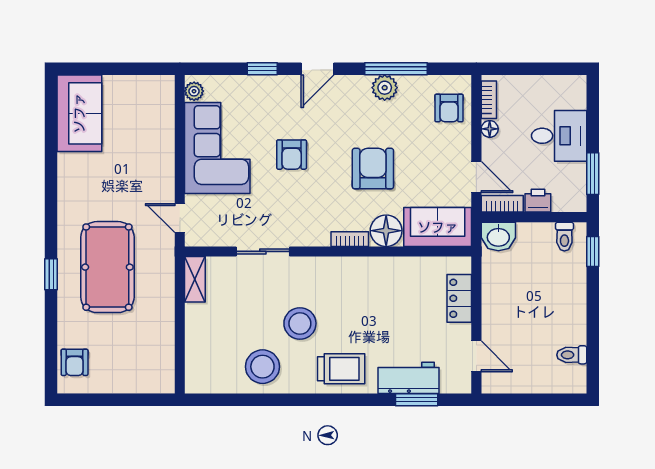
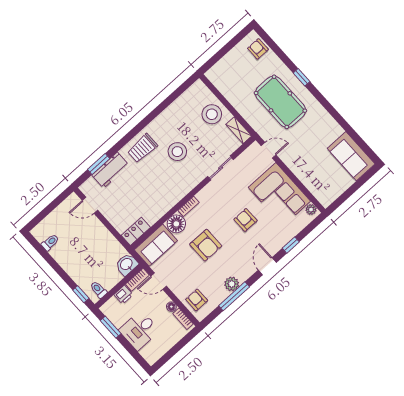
locker: (459, 298) -> (136, 231), moved, turned -90
stool: (262, 367) -> (212, 114), moved

